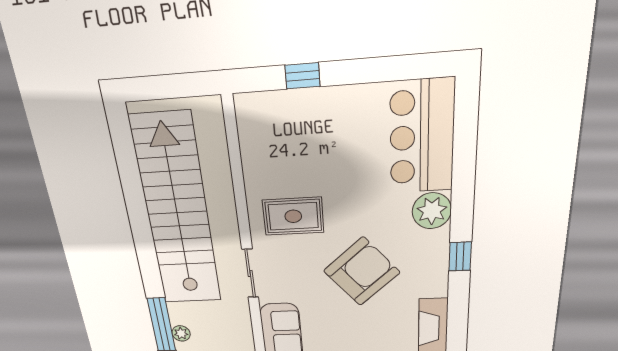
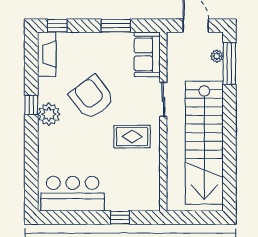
bar counter: (422, 137) -> (73, 194), moved, turned -90
plant: (432, 211) -> (49, 114), moved
armchair: (362, 272) -> (92, 97), turned 94

